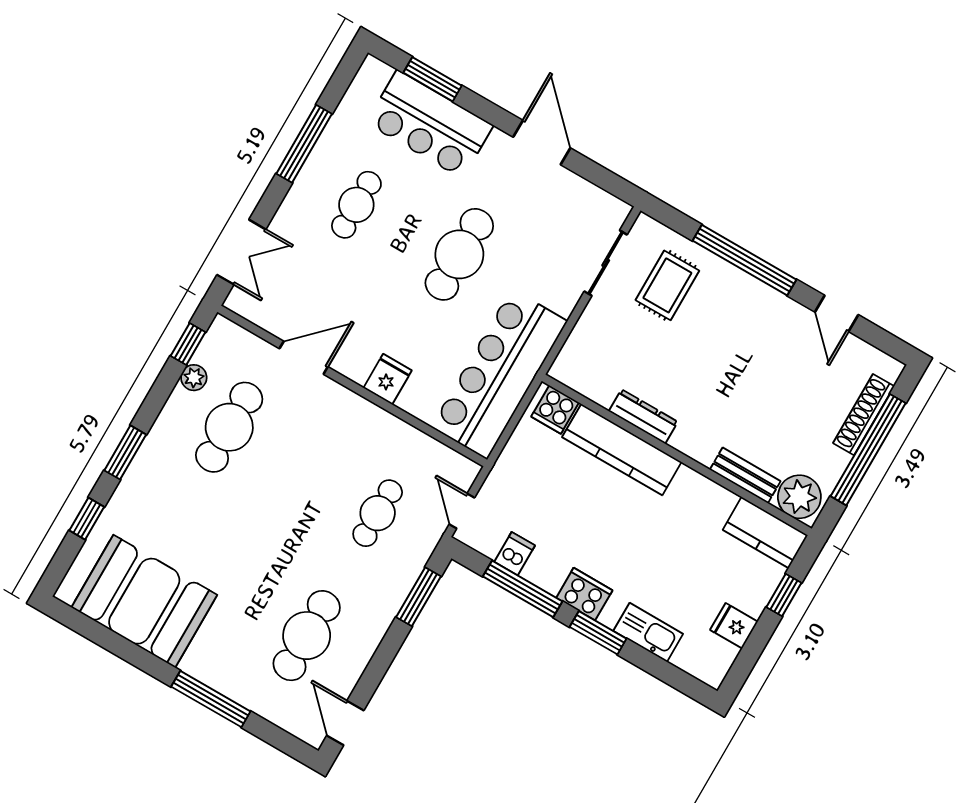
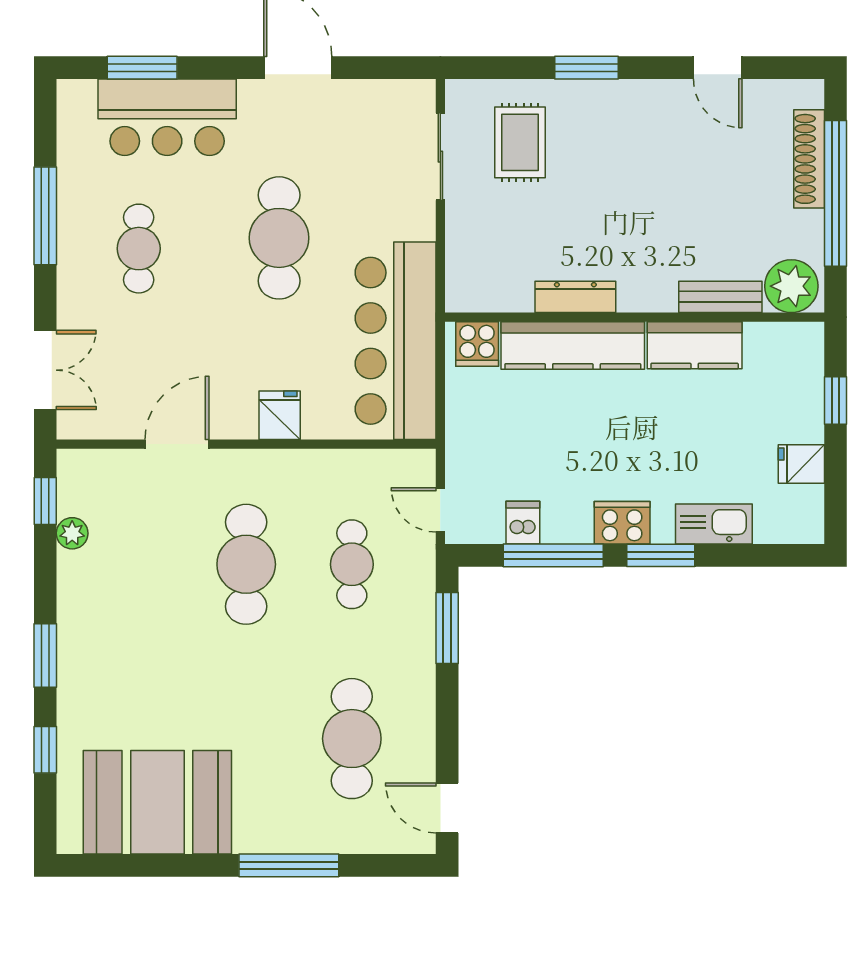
window: (744, 260) -> (587, 68), width x0.47
cafe table: (229, 427) -> (246, 564), moved
kitchen counter: (765, 532) -> (695, 345), moved

